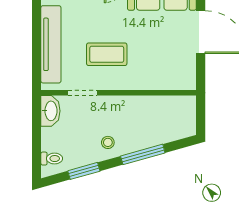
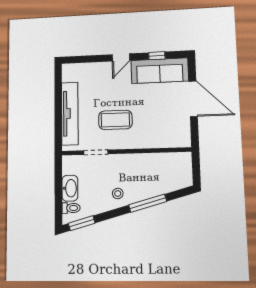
washbasin: (50, 111) -> (70, 188), moved
window: (84, 171) -> (82, 223), moved

